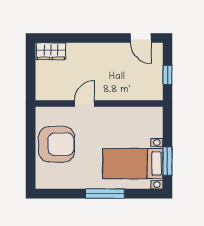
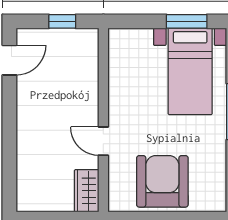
wardrobe: (51, 51) -> (87, 191), moved, turned 180

